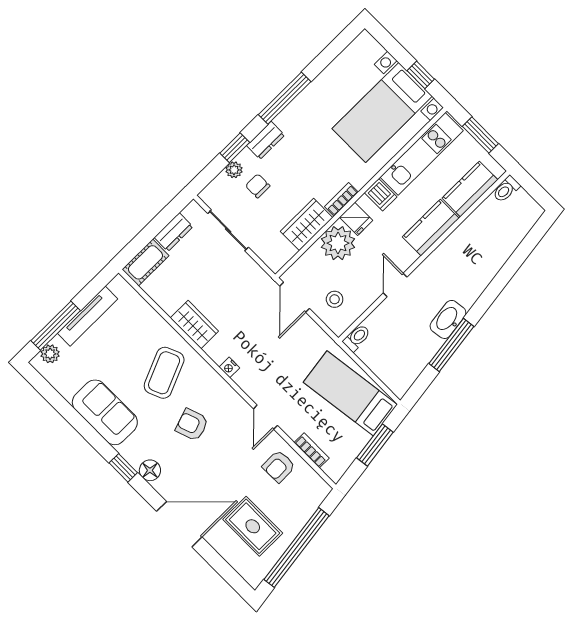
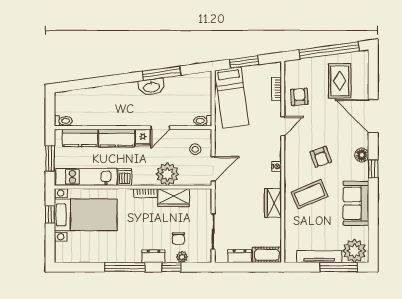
fridge: (356, 219) -> (143, 138), moved, turned 180
plant: (50, 354) -> (354, 251), width x1.88, depth x1.88
armchair: (279, 466) -> (299, 97), turned -93

